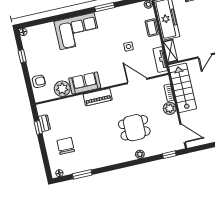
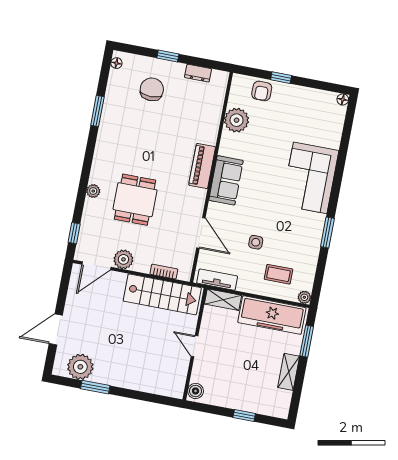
coffee table: (152, 28) -> (278, 274), moved
window: (22, 56) -> (281, 78), moved
door: (137, 81) -> (201, 233), hinge flipped
sofa: (85, 83) -> (226, 180), moved
plant: (170, 108) -> (123, 259), moved
window: (38, 127) -> (168, 56), moved
chair: (66, 146) -> (152, 89), turned -90
window: (82, 174) -> (97, 111), moved

